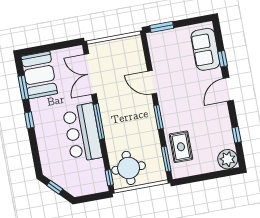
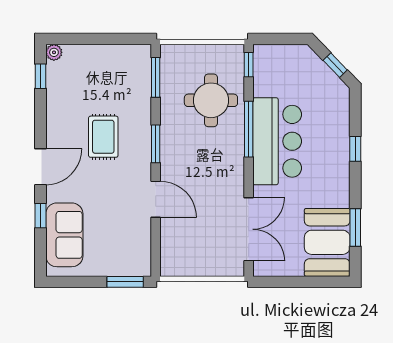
window: (29, 120) -> (355, 149), moved
window: (99, 122) -> (249, 129), moved
window: (237, 135) -> (41, 76), moved
rug: (181, 147) -> (103, 137), moved
plant: (228, 159) -> (54, 52), width x0.53, depth x0.53
round table: (129, 168) -> (211, 100), moved

